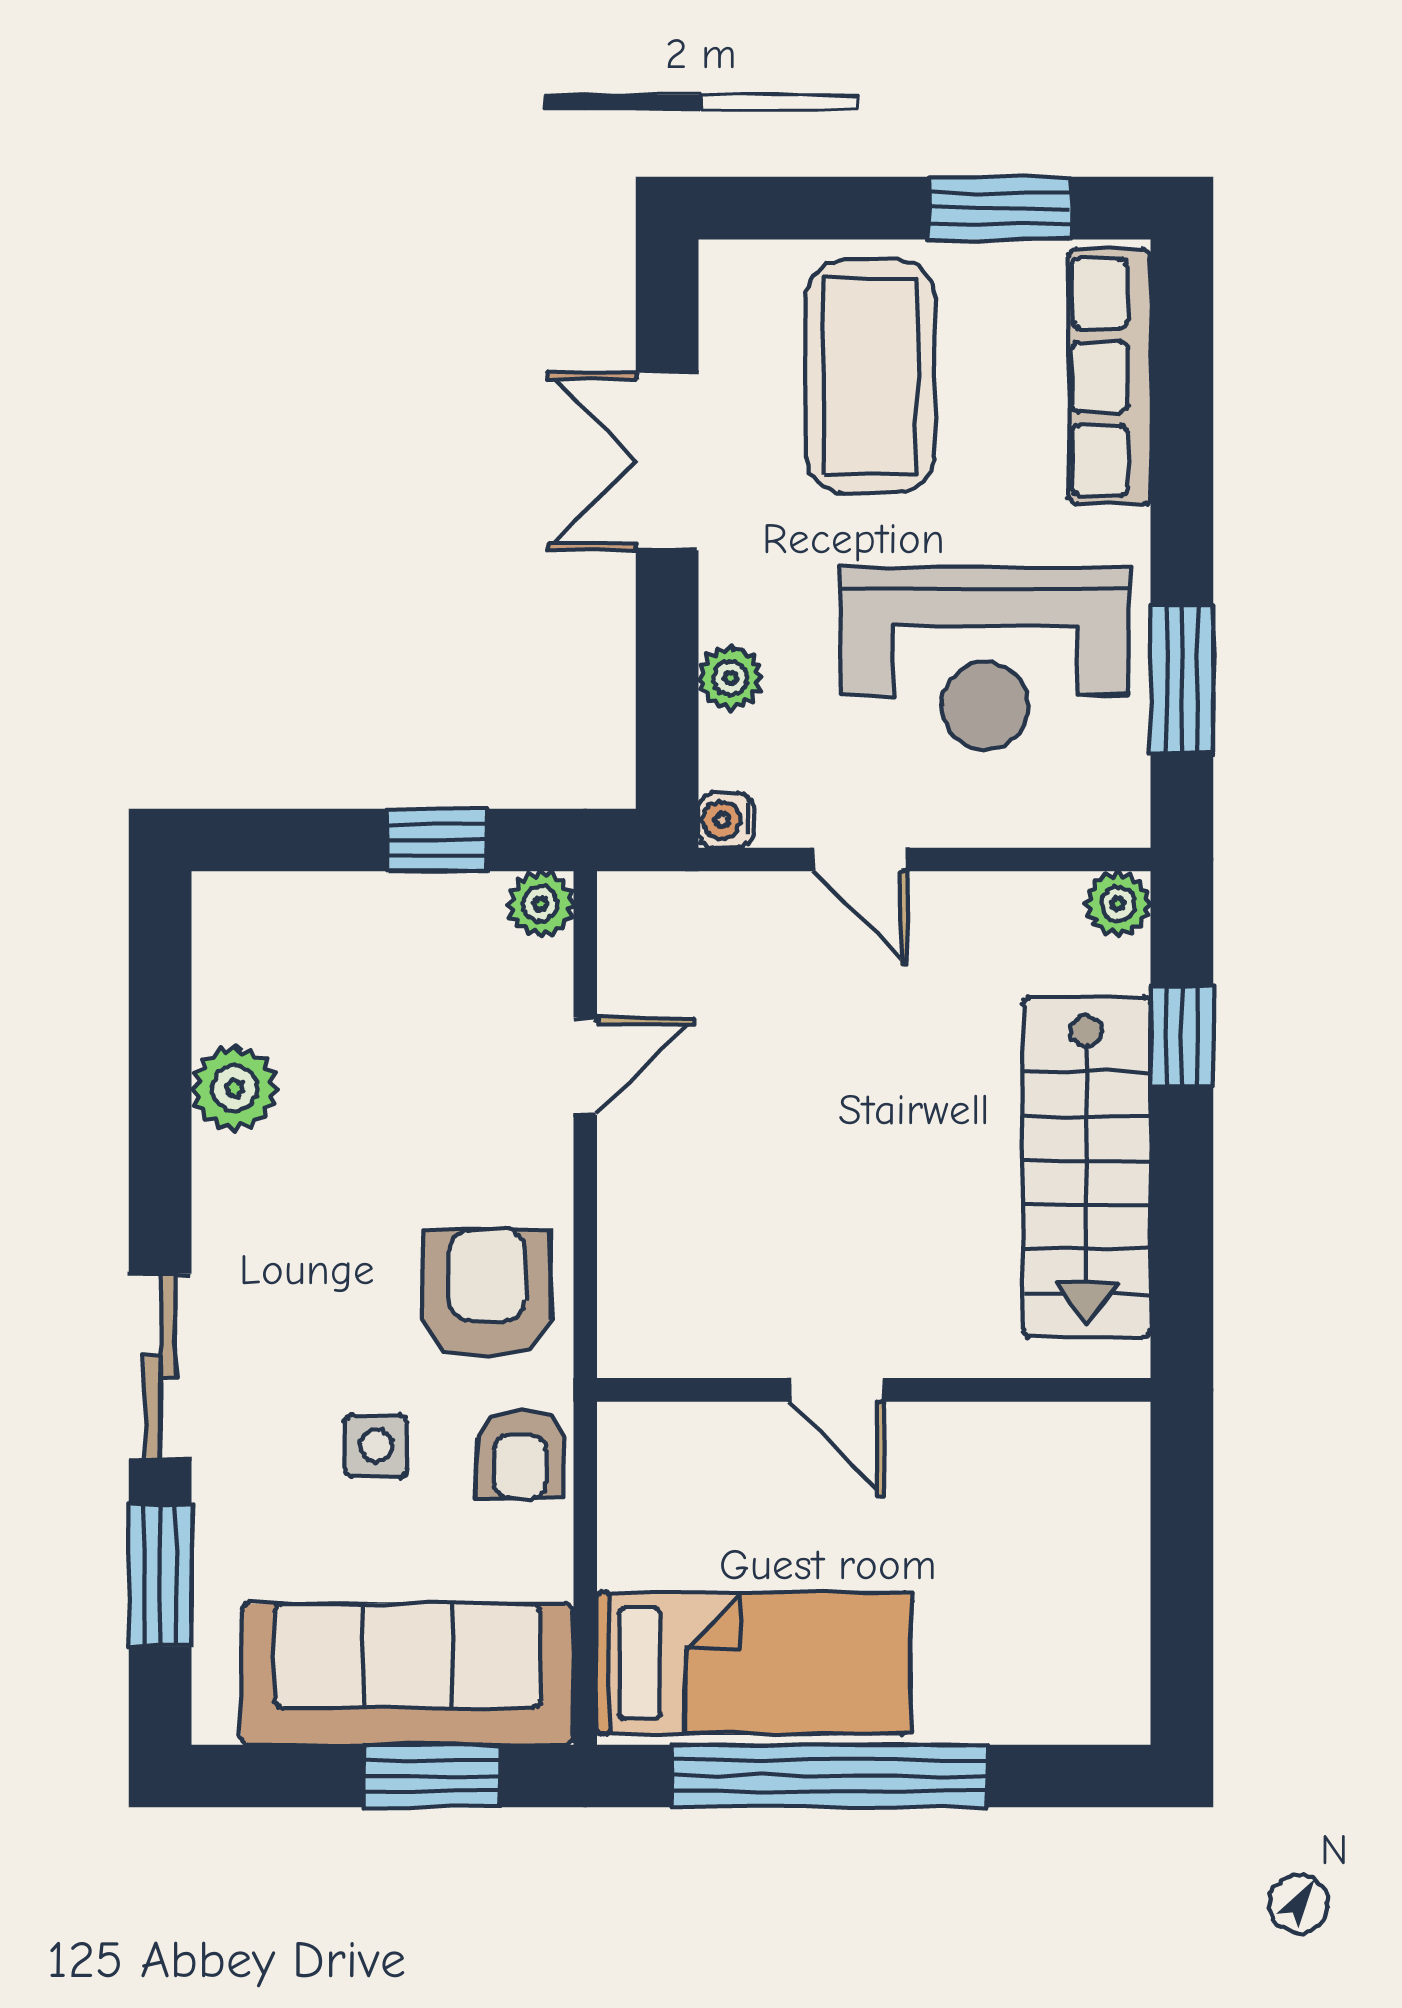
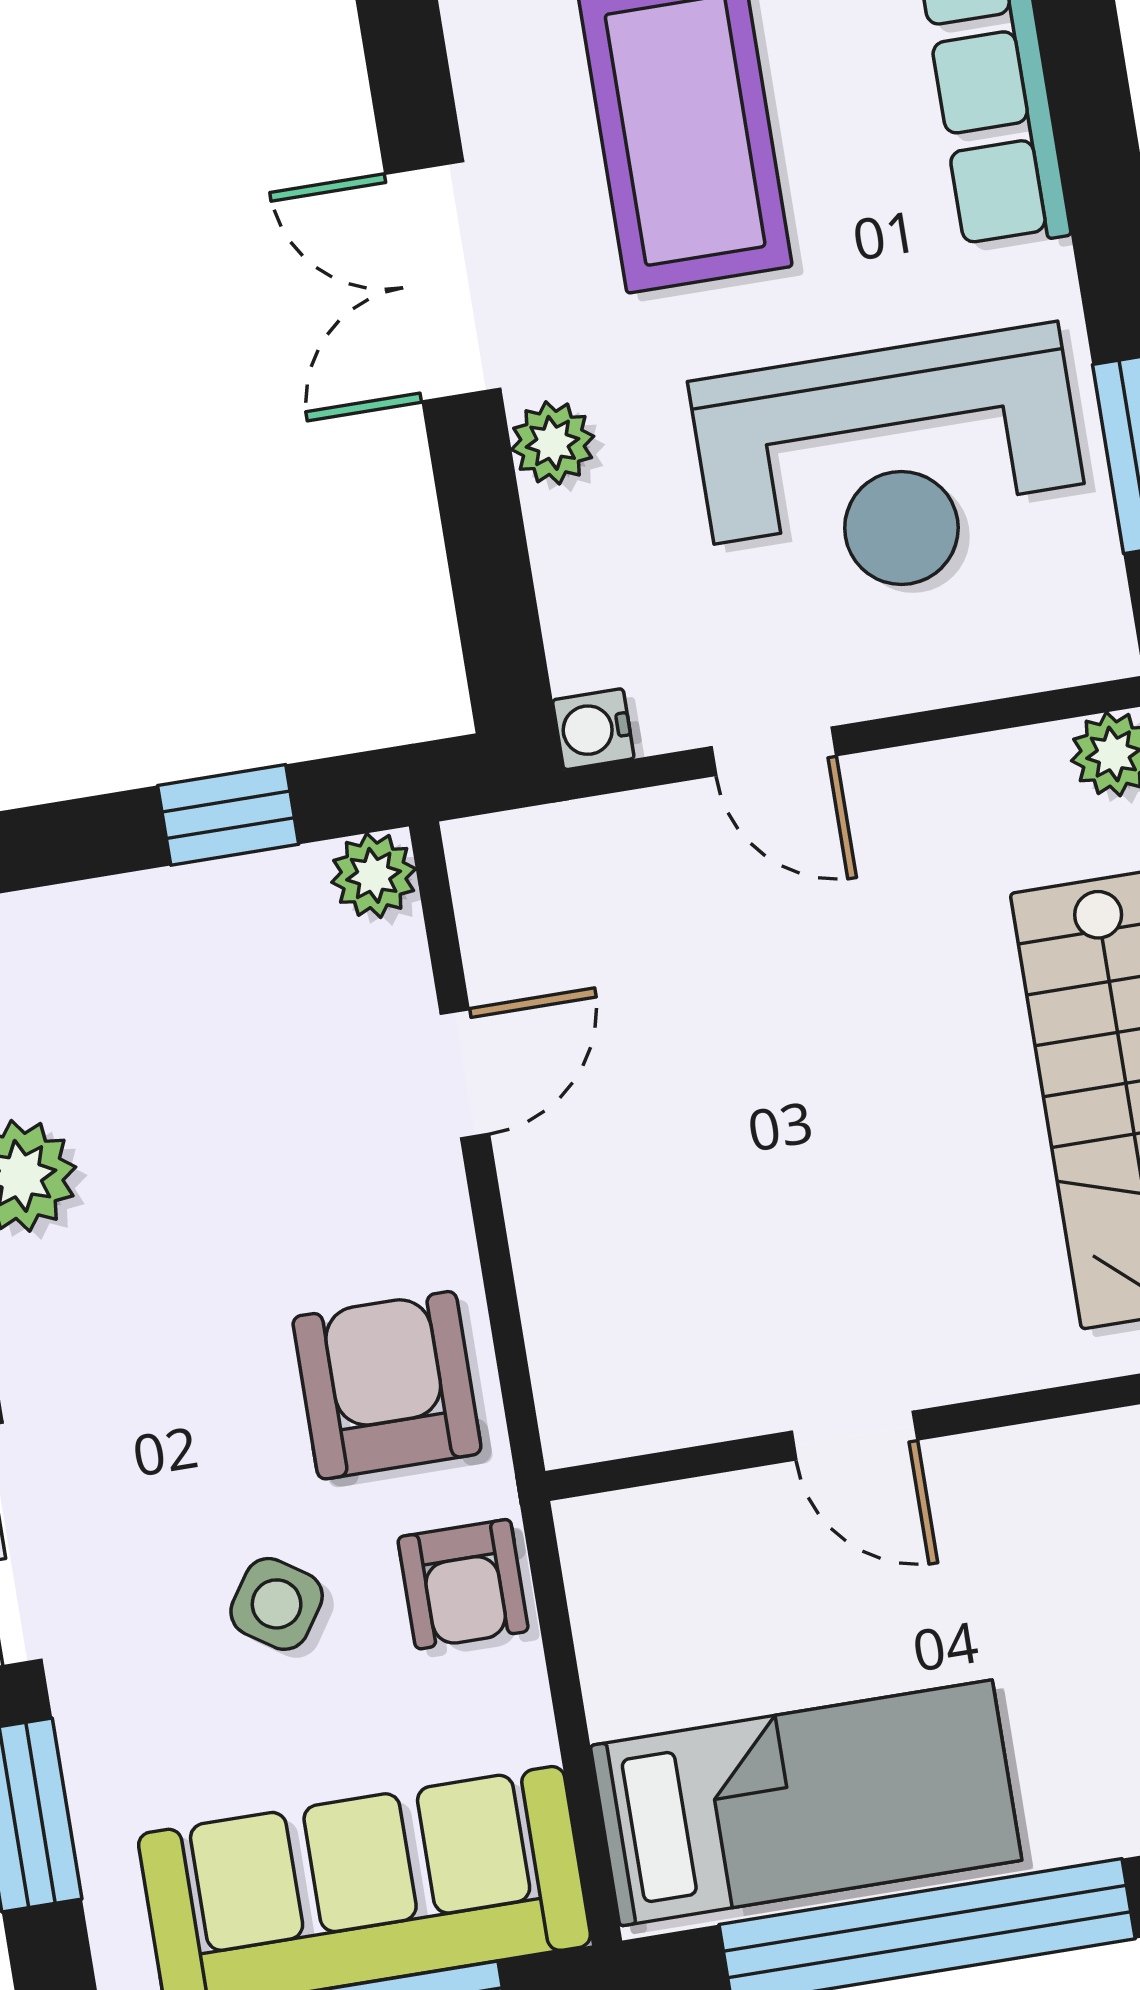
plant: (731, 678) -> (553, 443), moved
side table: (376, 1446) -> (277, 1604), turned 34

